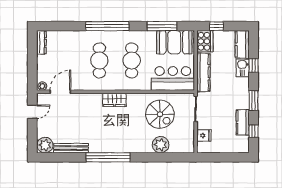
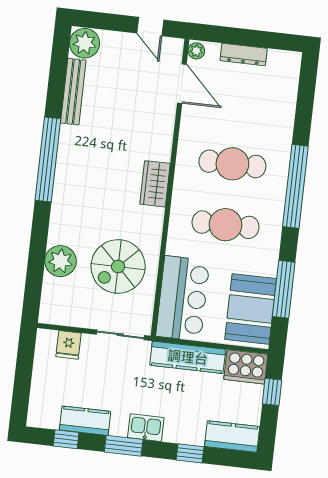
dresser: (41, 42) -> (244, 54), moved
kitchen sink: (243, 68) -> (146, 428), moved

